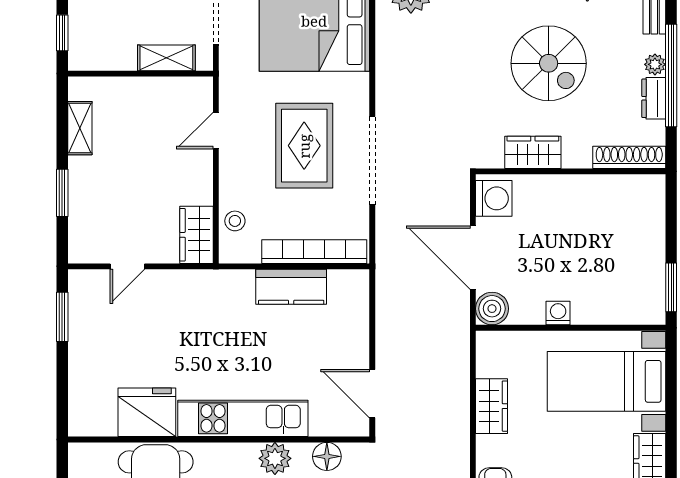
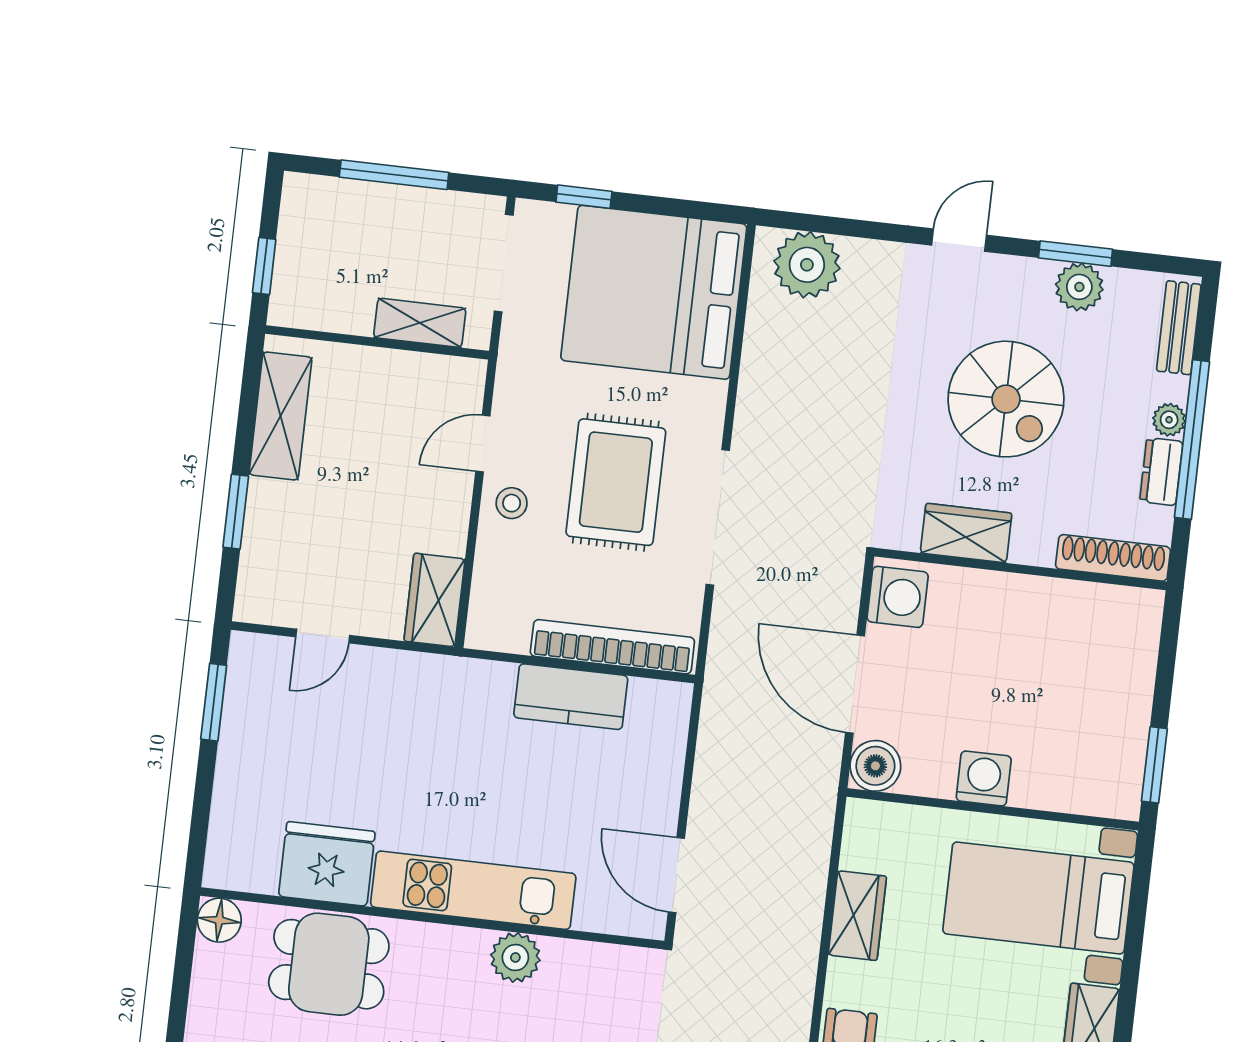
shelving: (80, 128) -> (281, 416), width x1.50, depth x1.33
stool: (235, 221) -> (512, 503), moved
washing machine: (558, 313) -> (984, 778), width x1.38, depth x1.38
floor lamp: (327, 456) -> (219, 920), moved

